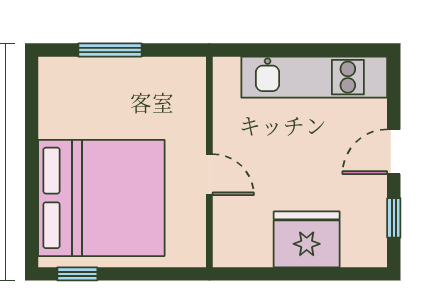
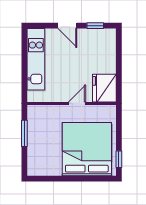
window: (110, 50) -> (24, 133), moved
fridge: (307, 239) -> (104, 88), moved

